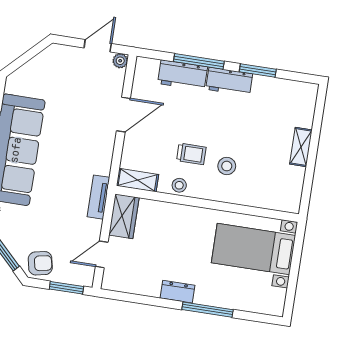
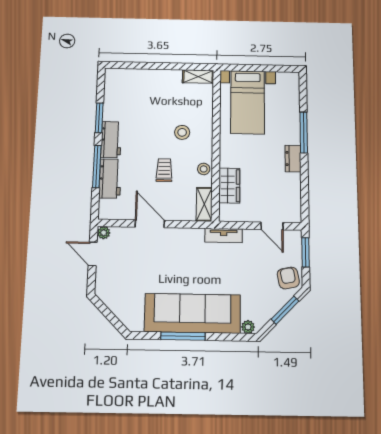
shelving: (301, 147) -> (198, 77), moved
trolley: (191, 154) -> (164, 170), moved
wardrobe: (124, 216) -> (229, 186), moved, turned 90

